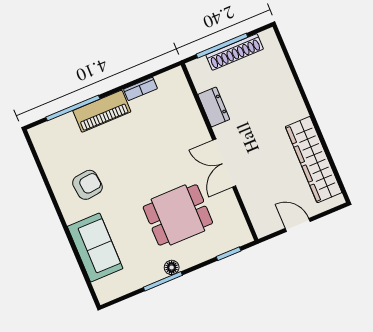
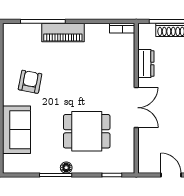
bookcase: (140, 89) -> (122, 28), moved
double door: (224, 163) -> (136, 108), swing flipped
armchair: (87, 185) -> (30, 82), turned -73

